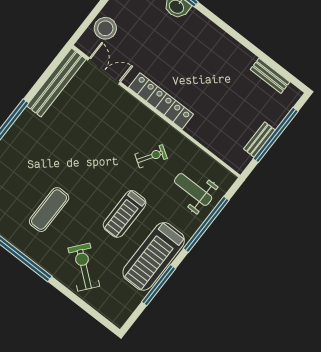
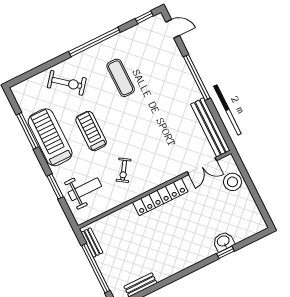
bench: (259, 139) -> (92, 242), moved
window: (206, 224) -> (55, 186), width x0.47

